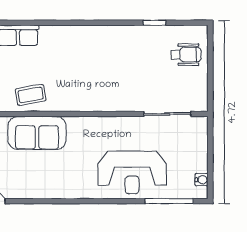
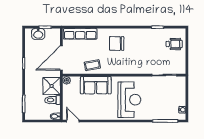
chair: (77, 54) -> (117, 43), added
reception desk: (132, 172) -> (129, 100), moved, turned -90

